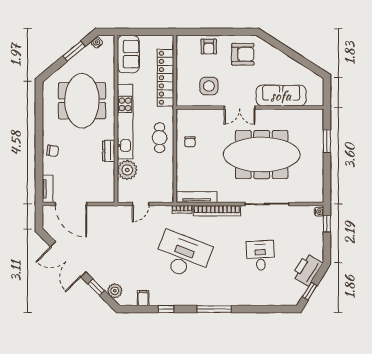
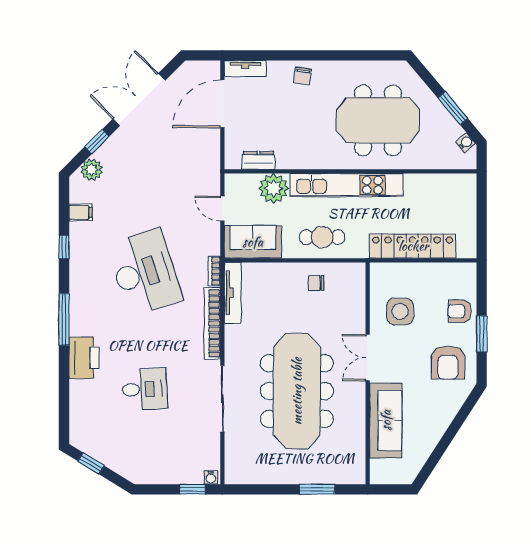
window: (224, 32) -> (482, 334), added
sofa: (128, 54) -> (253, 242), moved, turned 180
dresser: (109, 151) -> (258, 160), moved
desk: (183, 255) -> (145, 272), turned -39
printer: (307, 270) -> (84, 358), moved, turned 58

